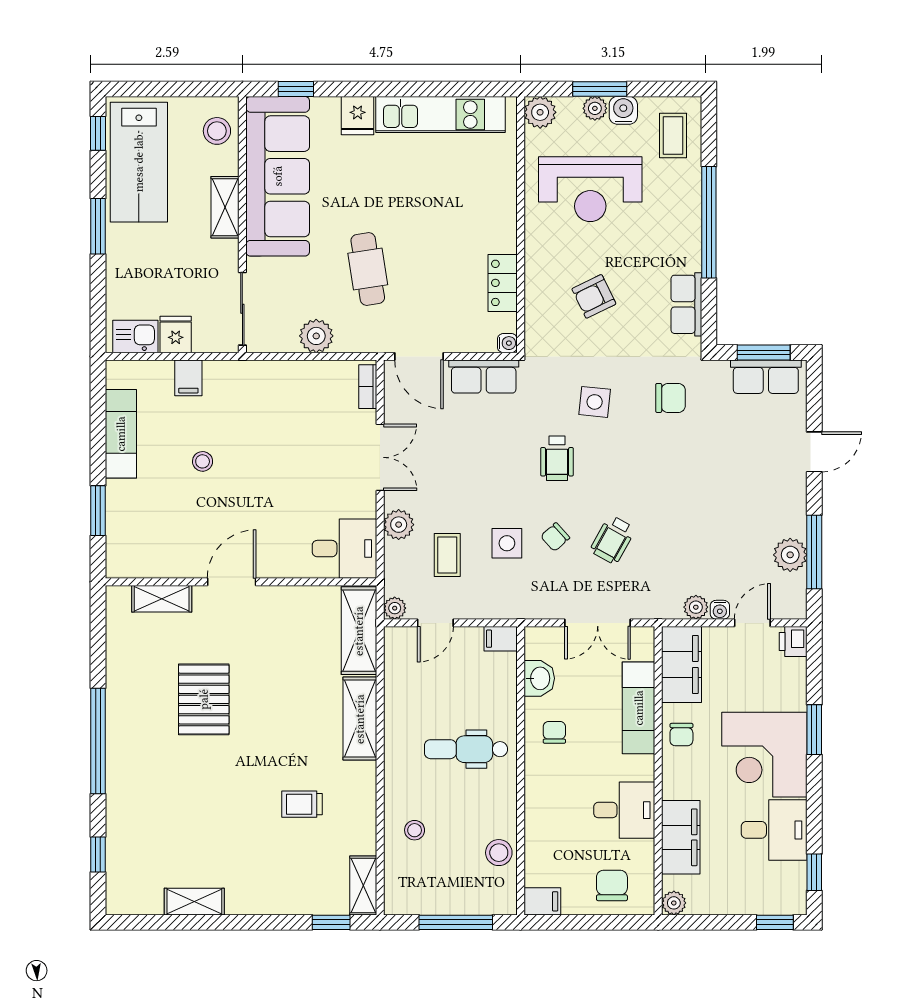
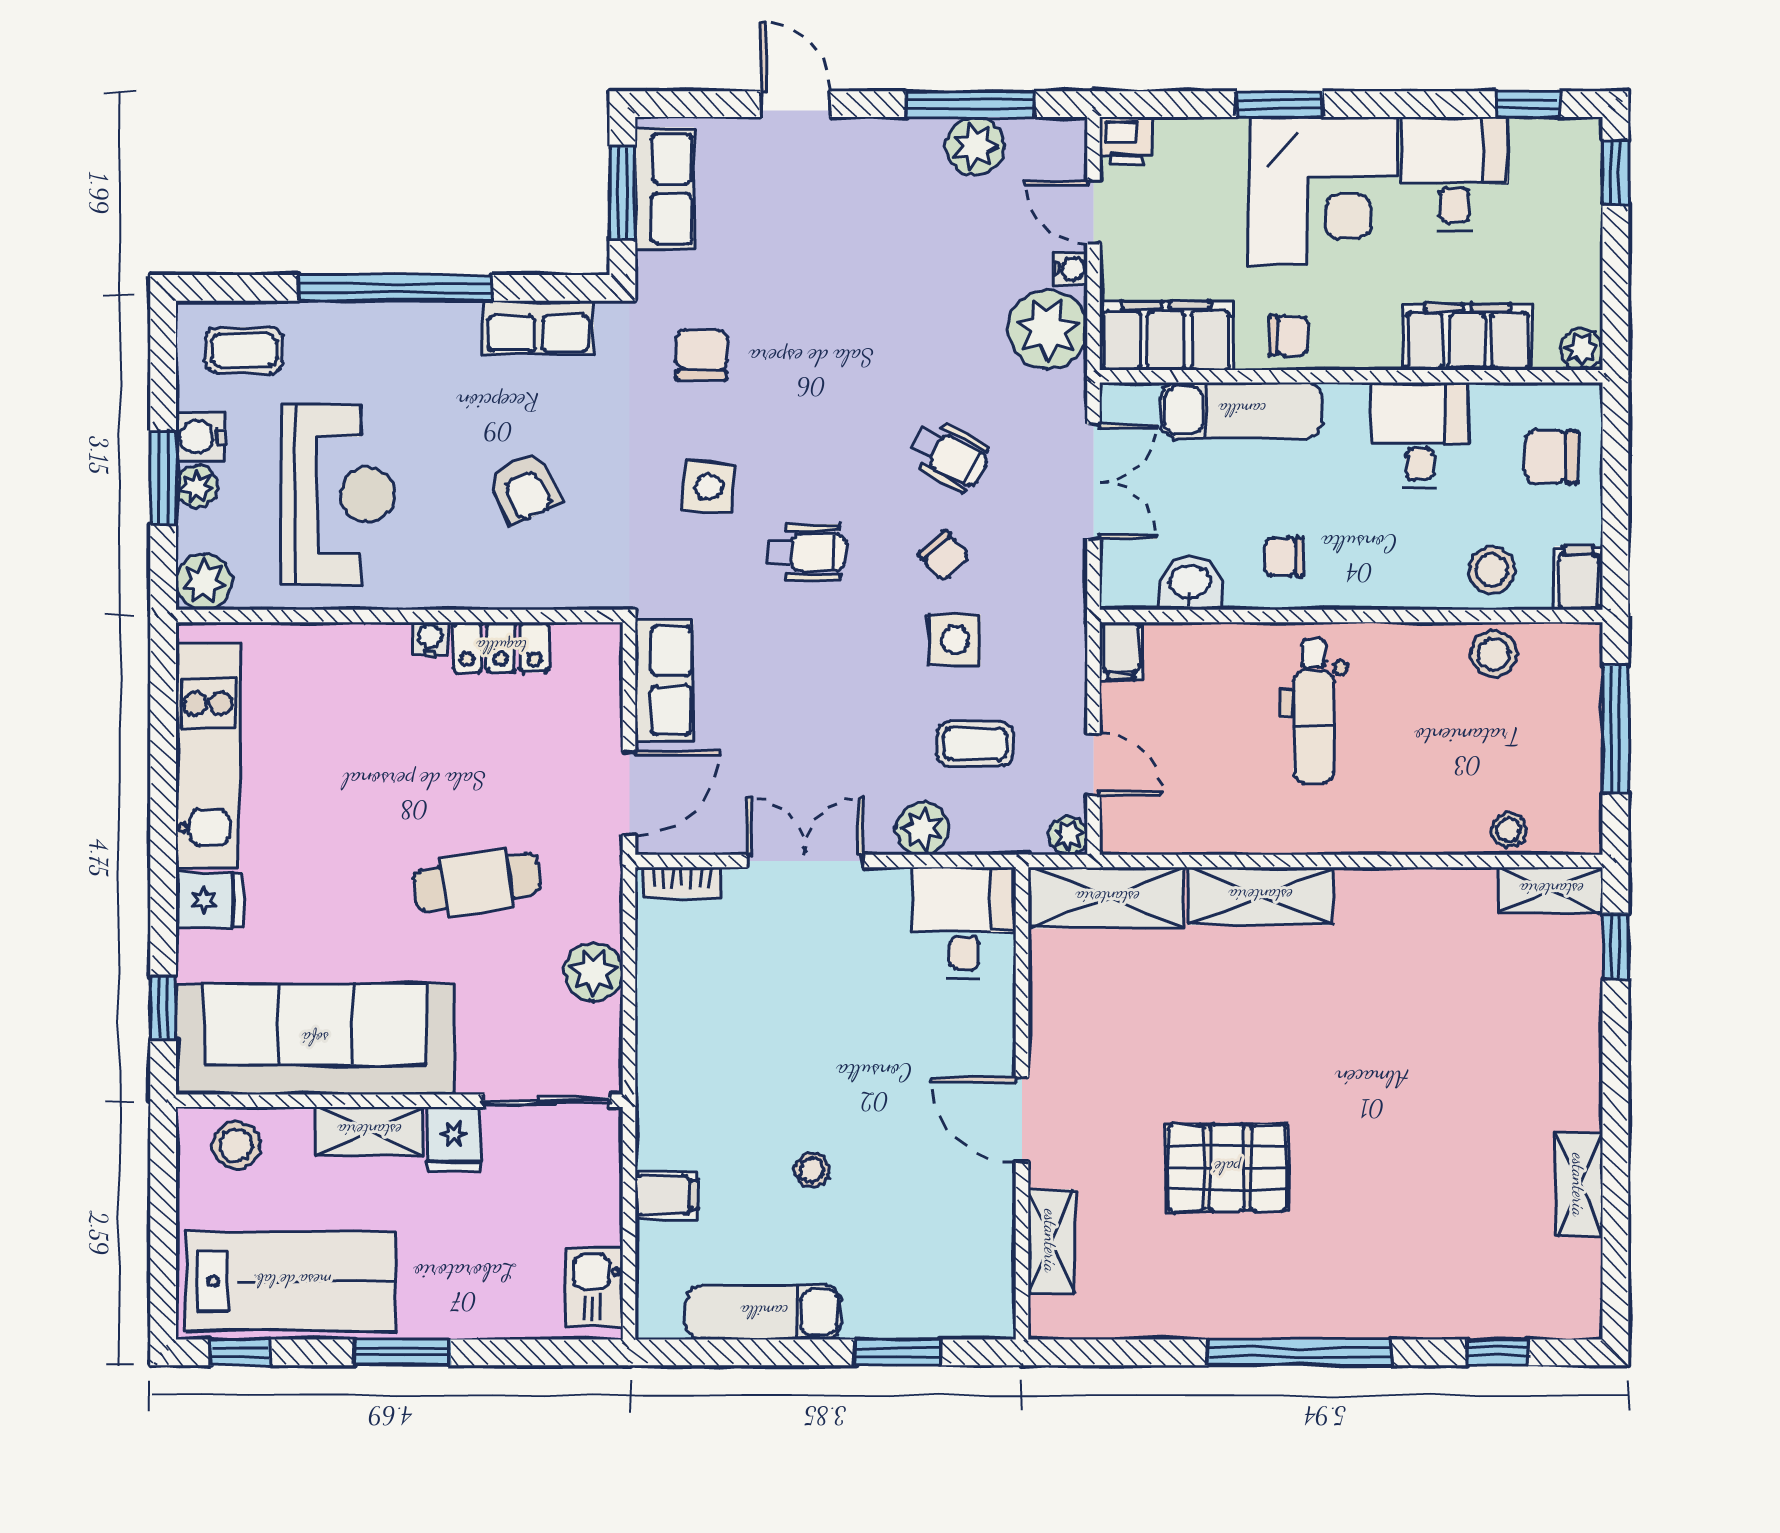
fridge: (176, 334) -> (454, 1139), moved, turned -90
water cooler: (507, 343) -> (430, 639), moved
plant: (696, 607) -> (1048, 329), width x1.88, depth x1.88
trolley: (302, 804) -> (1409, 997), removed
stool: (415, 830) -> (1509, 830), moved
stool: (547, 851) -> (1492, 570), added

